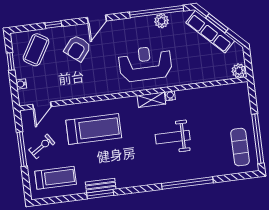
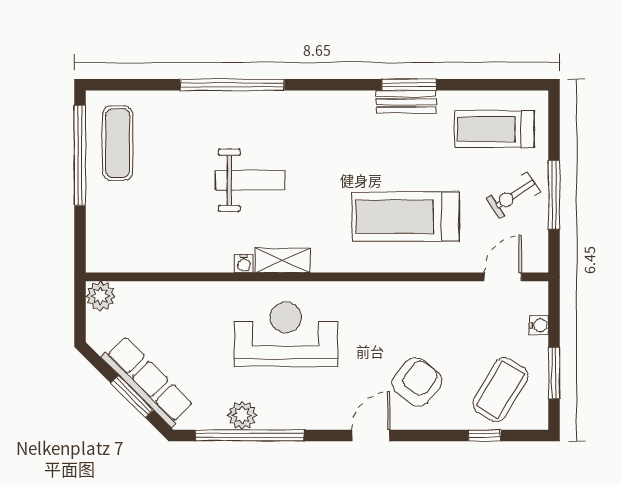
window: (53, 25) -> (485, 435), moved
window: (11, 61) -> (554, 373), width x1.50
reception desk: (145, 64) -> (286, 334), turned 180

